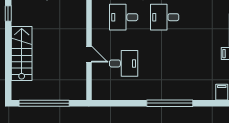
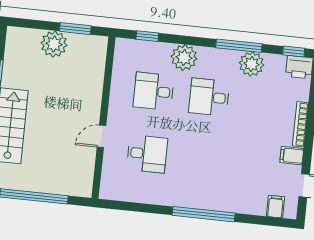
door: (89, 54) -> (101, 136), swing flipped

